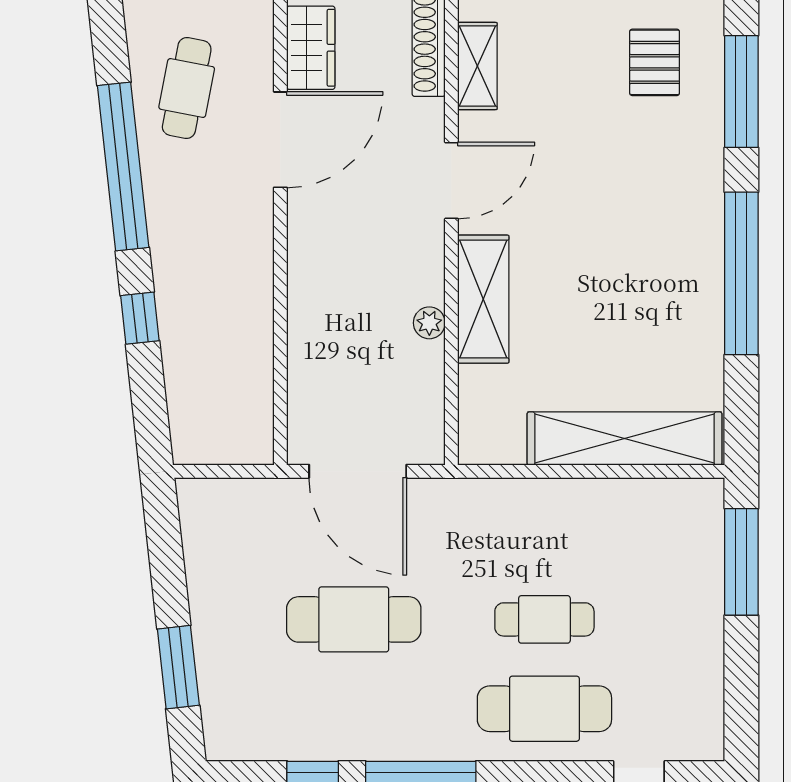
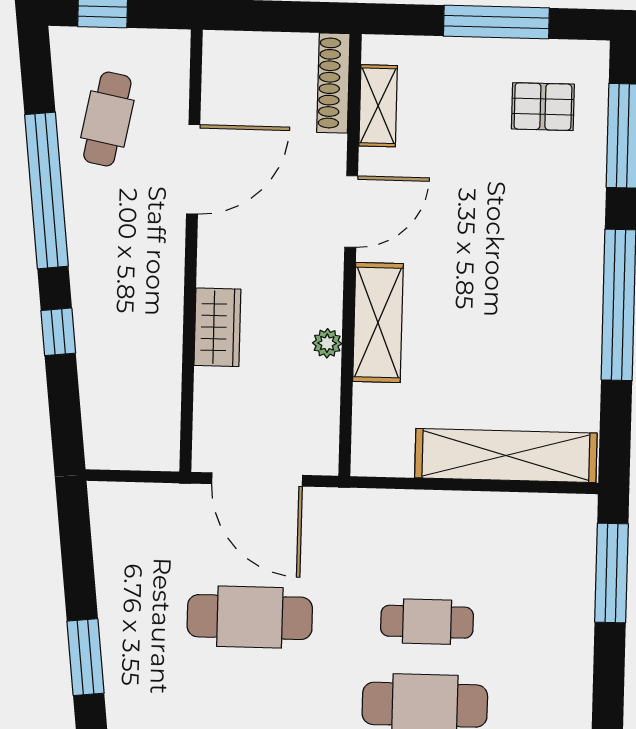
wardrobe: (311, 48) -> (217, 327), moved
pallet: (655, 62) -> (543, 107), turned 90

